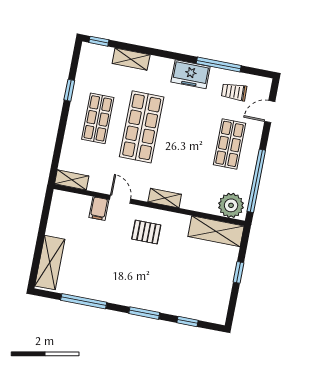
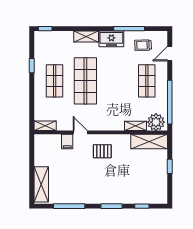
shelving: (131, 59) -> (86, 37), moved
shelving: (165, 198) -> (136, 126), moved

